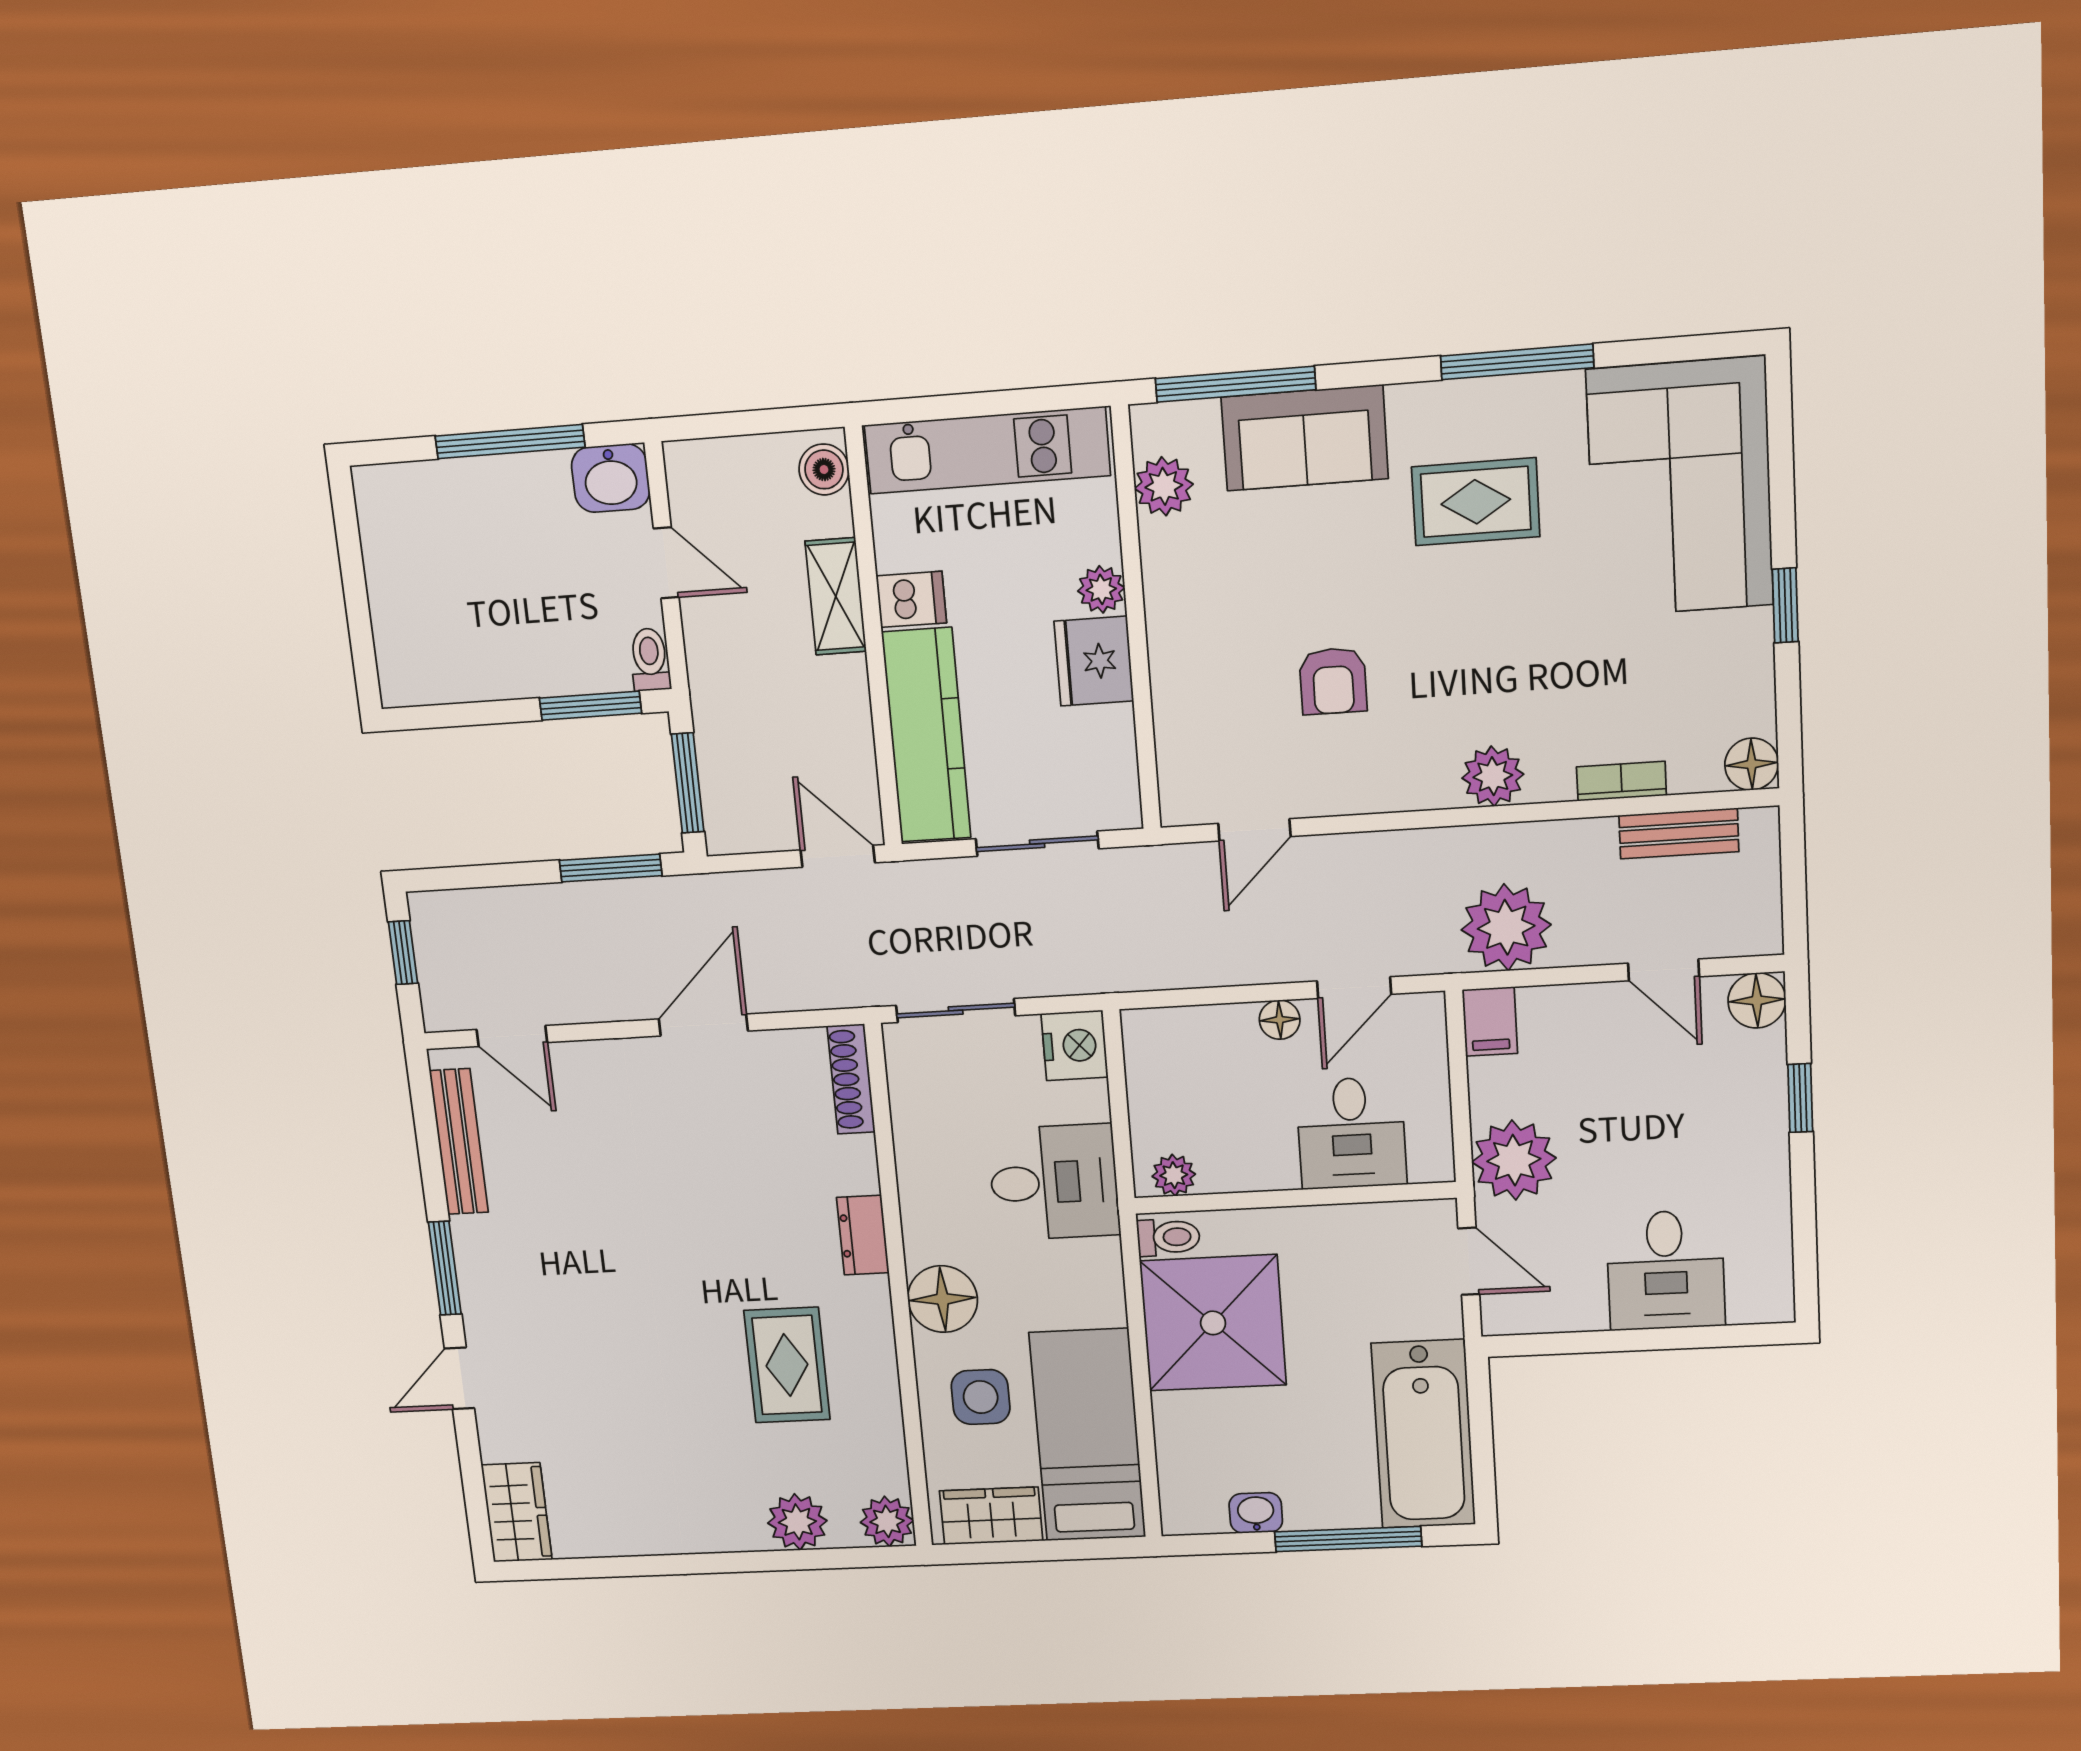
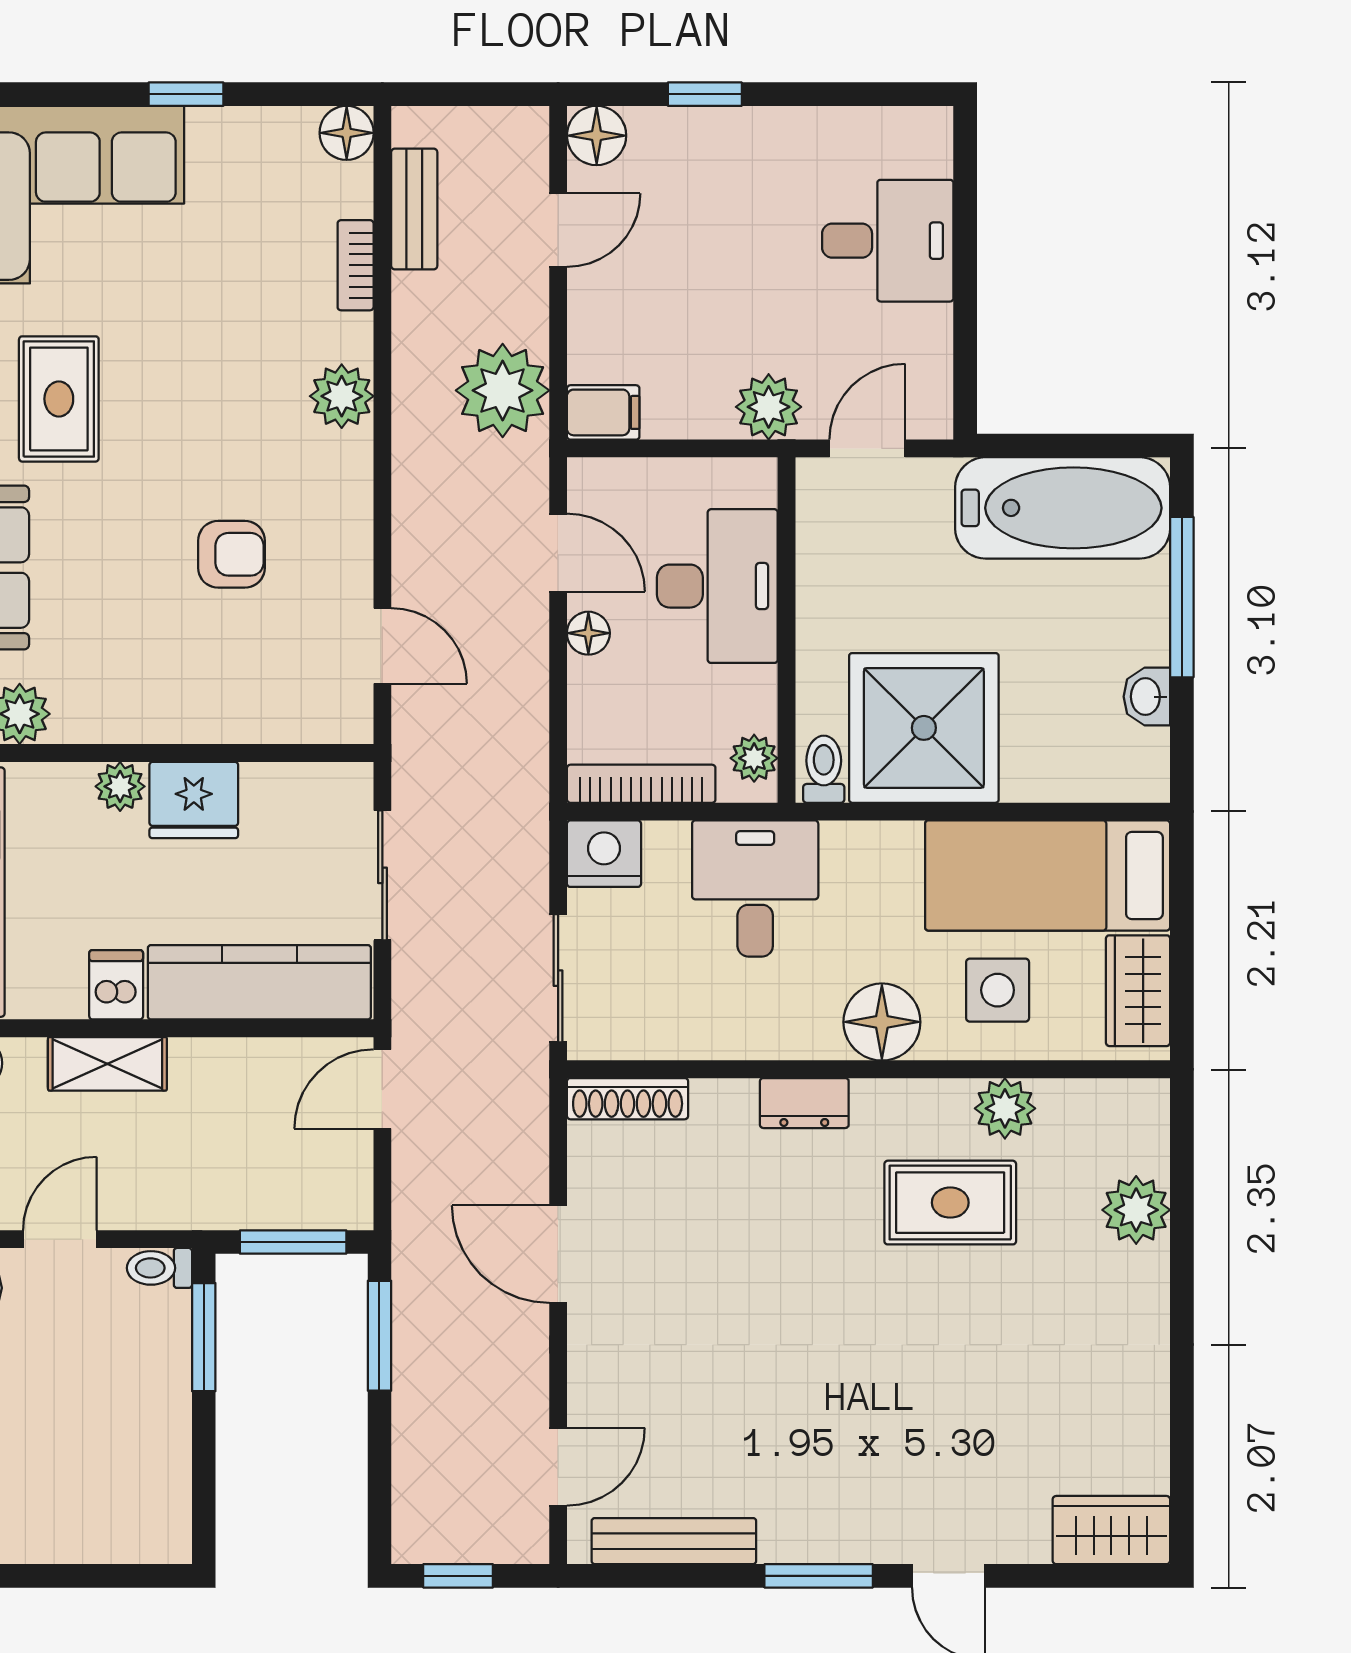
bookcase: (1142, 1075) -> (641, 784), added
desk: (1351, 1133) -> (717, 586), width x1.37
plant: (1514, 1160) -> (769, 407), width x0.73, depth x0.73
plant: (887, 1521) -> (1005, 1108), moved

